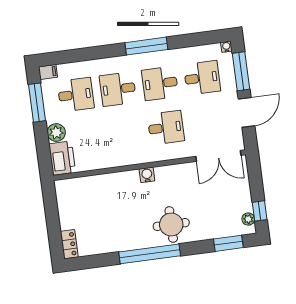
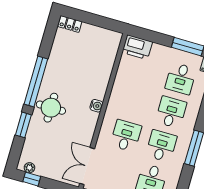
desk: (166, 128) -> (126, 136), turned 180
plant: (56, 132) -> (159, 51), removed
window: (228, 243) -> (23, 125), moved

